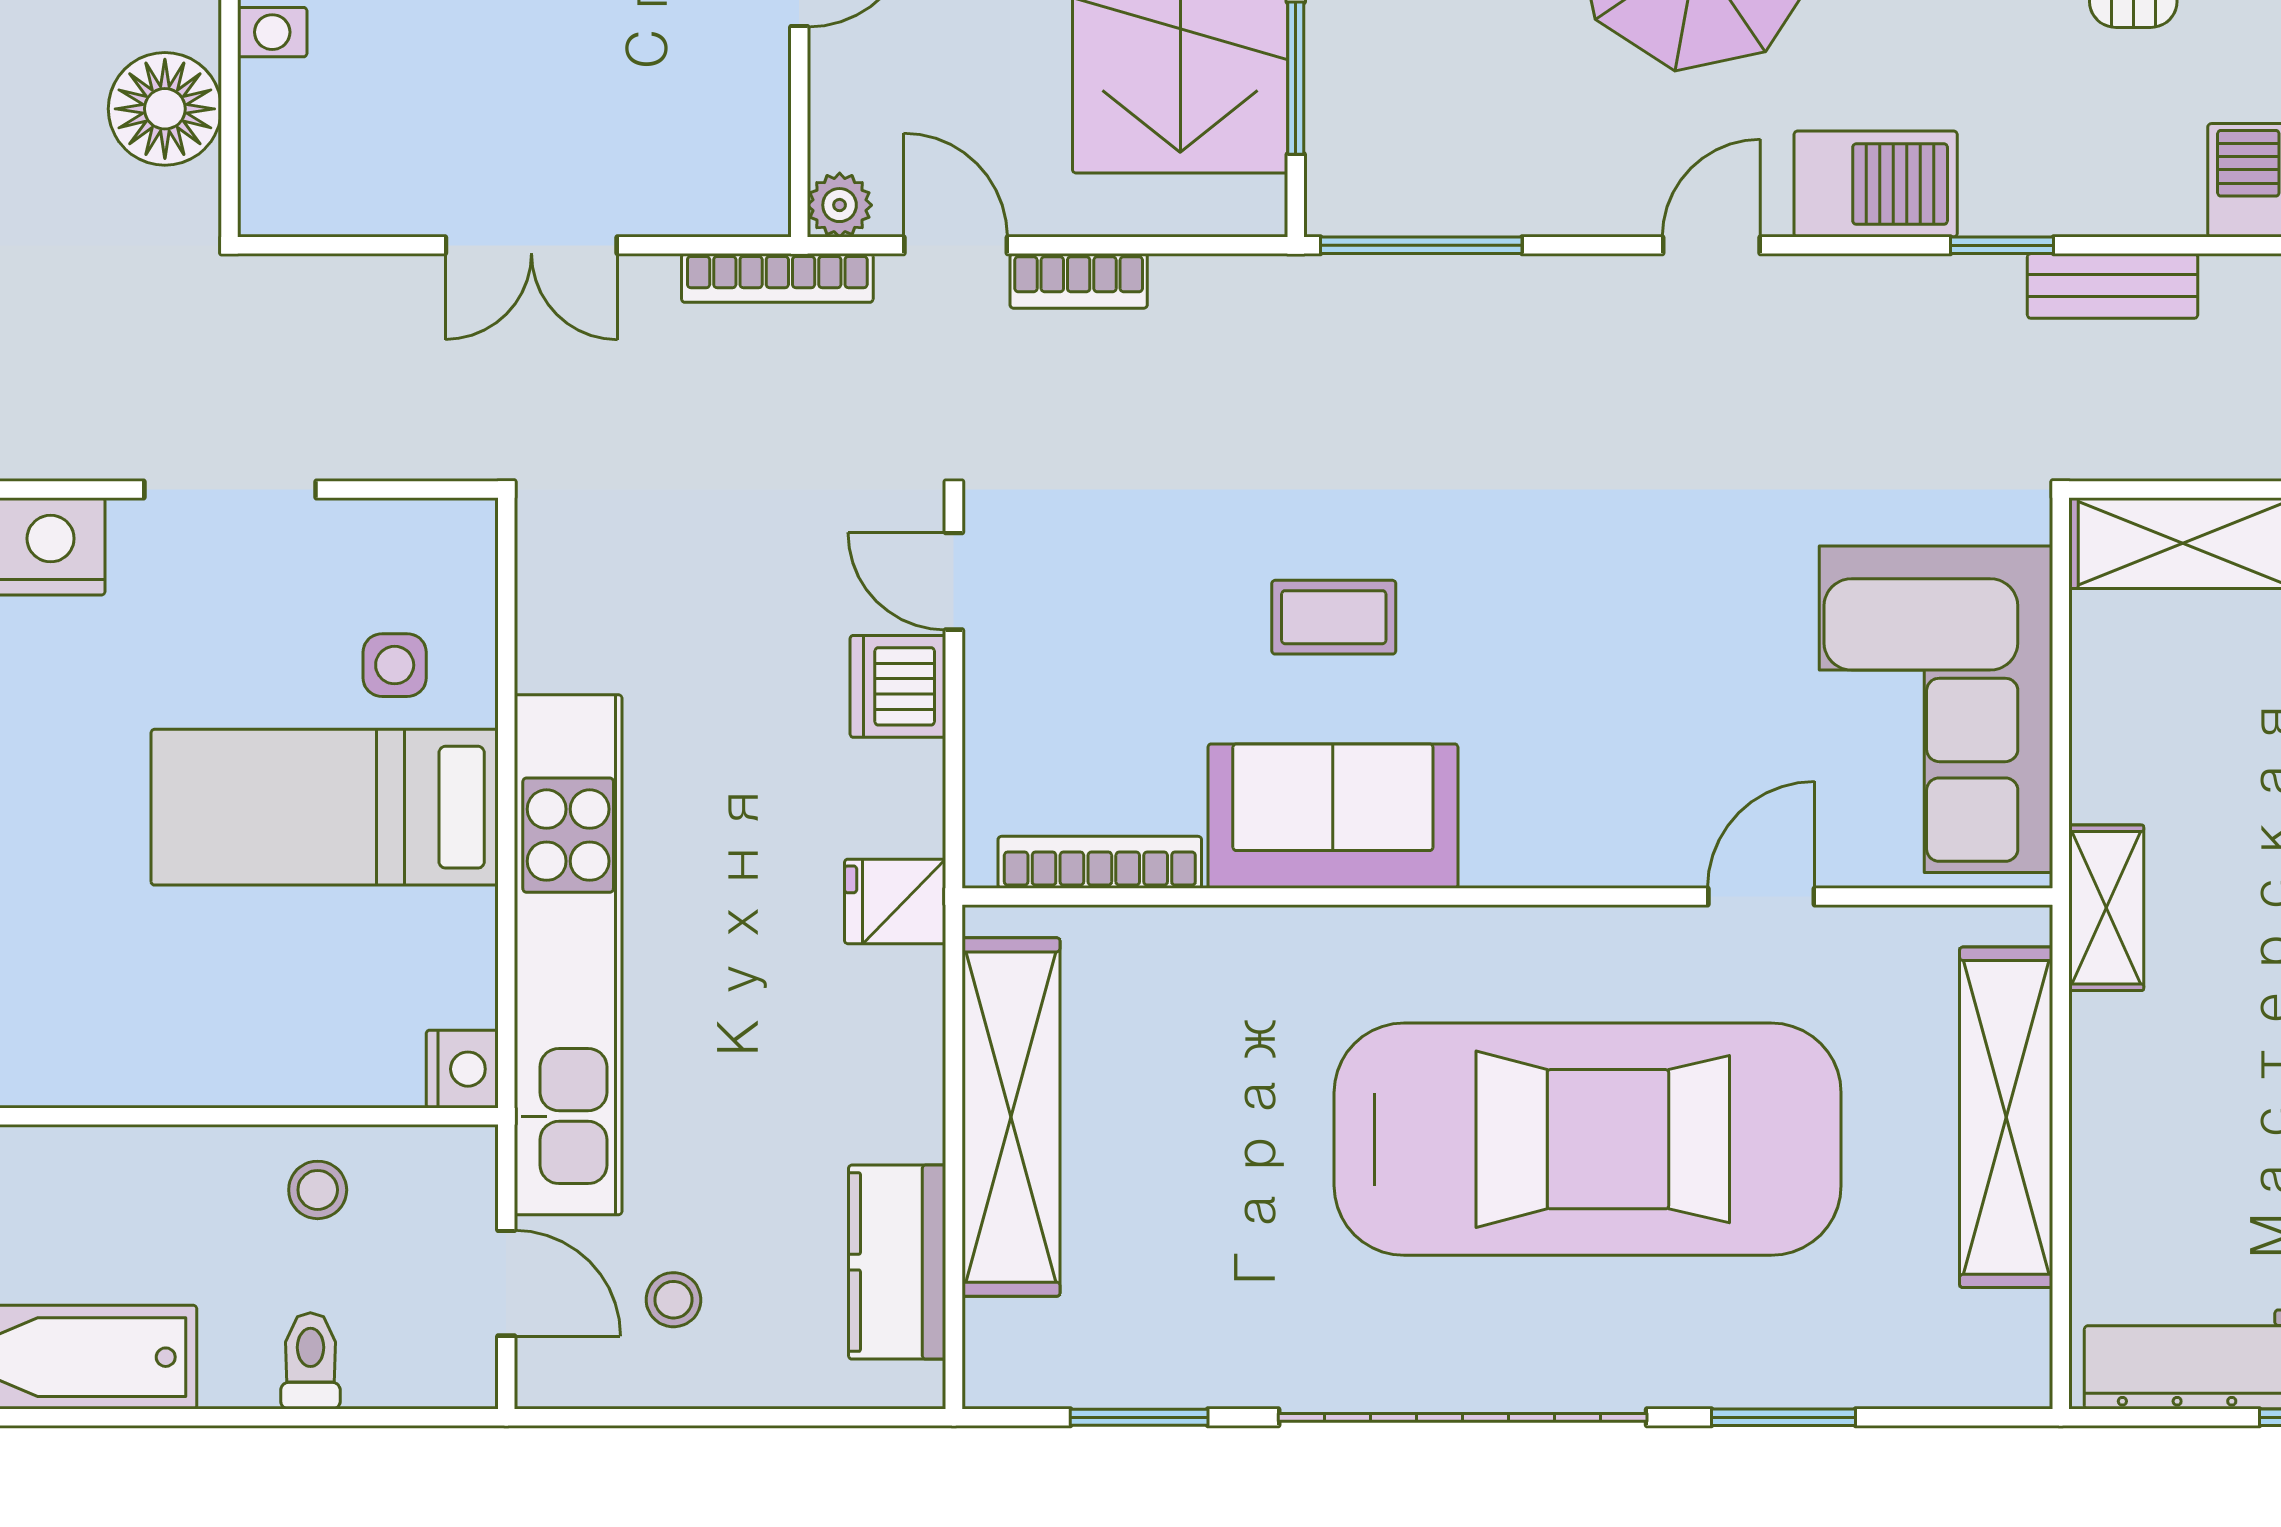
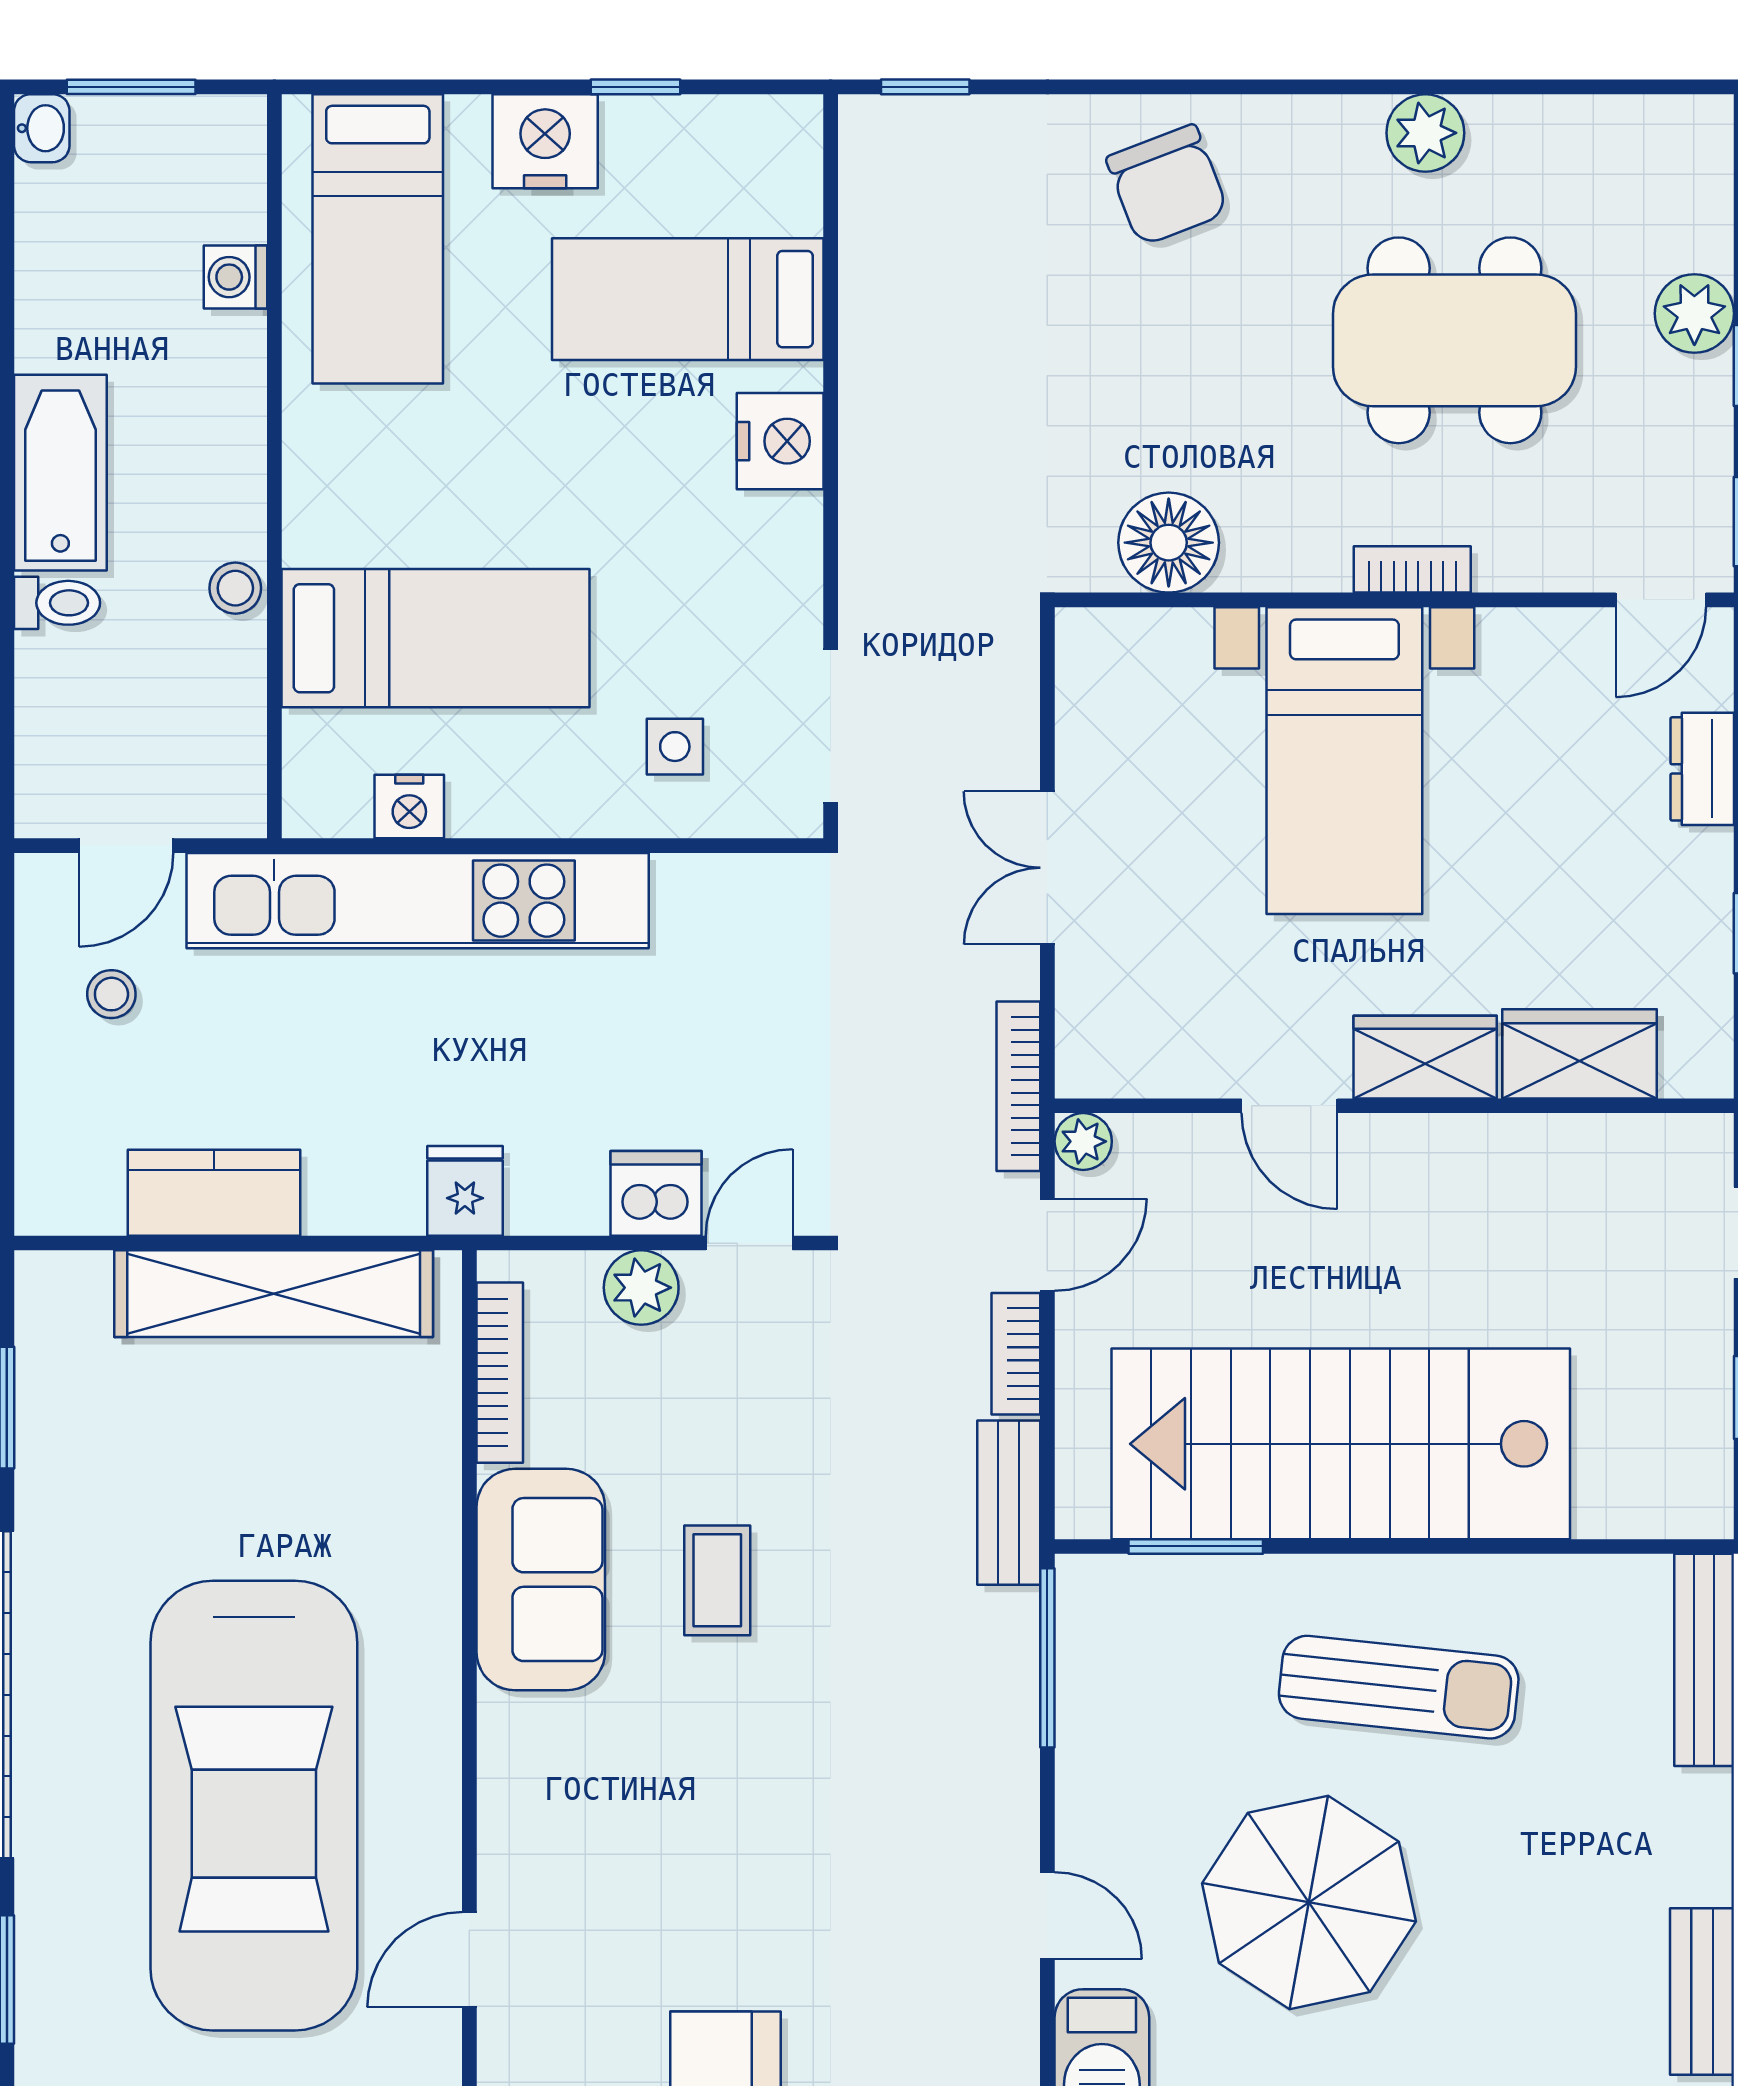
bench: (1246, 289) -> (1009, 1503), added
doorway: (230, 489) -> (831, 726), moved
plant: (1004, 703) -> (641, 1288), added
bed: (325, 807) -> (436, 638), moved, turned 90
door: (1761, 896) -> (469, 1960), swing flipped
nightstand: (462, 1069) -> (409, 807), moved
stool: (318, 1190) -> (235, 588), moved
kitchen counter: (897, 1262) -> (214, 1193), moved
toilet: (310, 1361) -> (57, 603), moved

